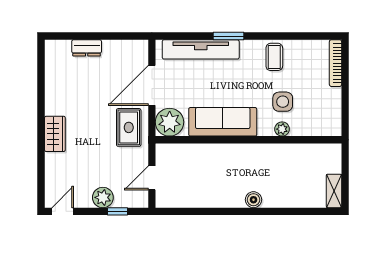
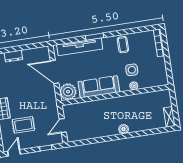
door: (152, 85) -> (55, 72), hinge flipped
rug: (129, 127) -> (23, 125), moved, turned 90
plant: (103, 197) -> (36, 141), removed

